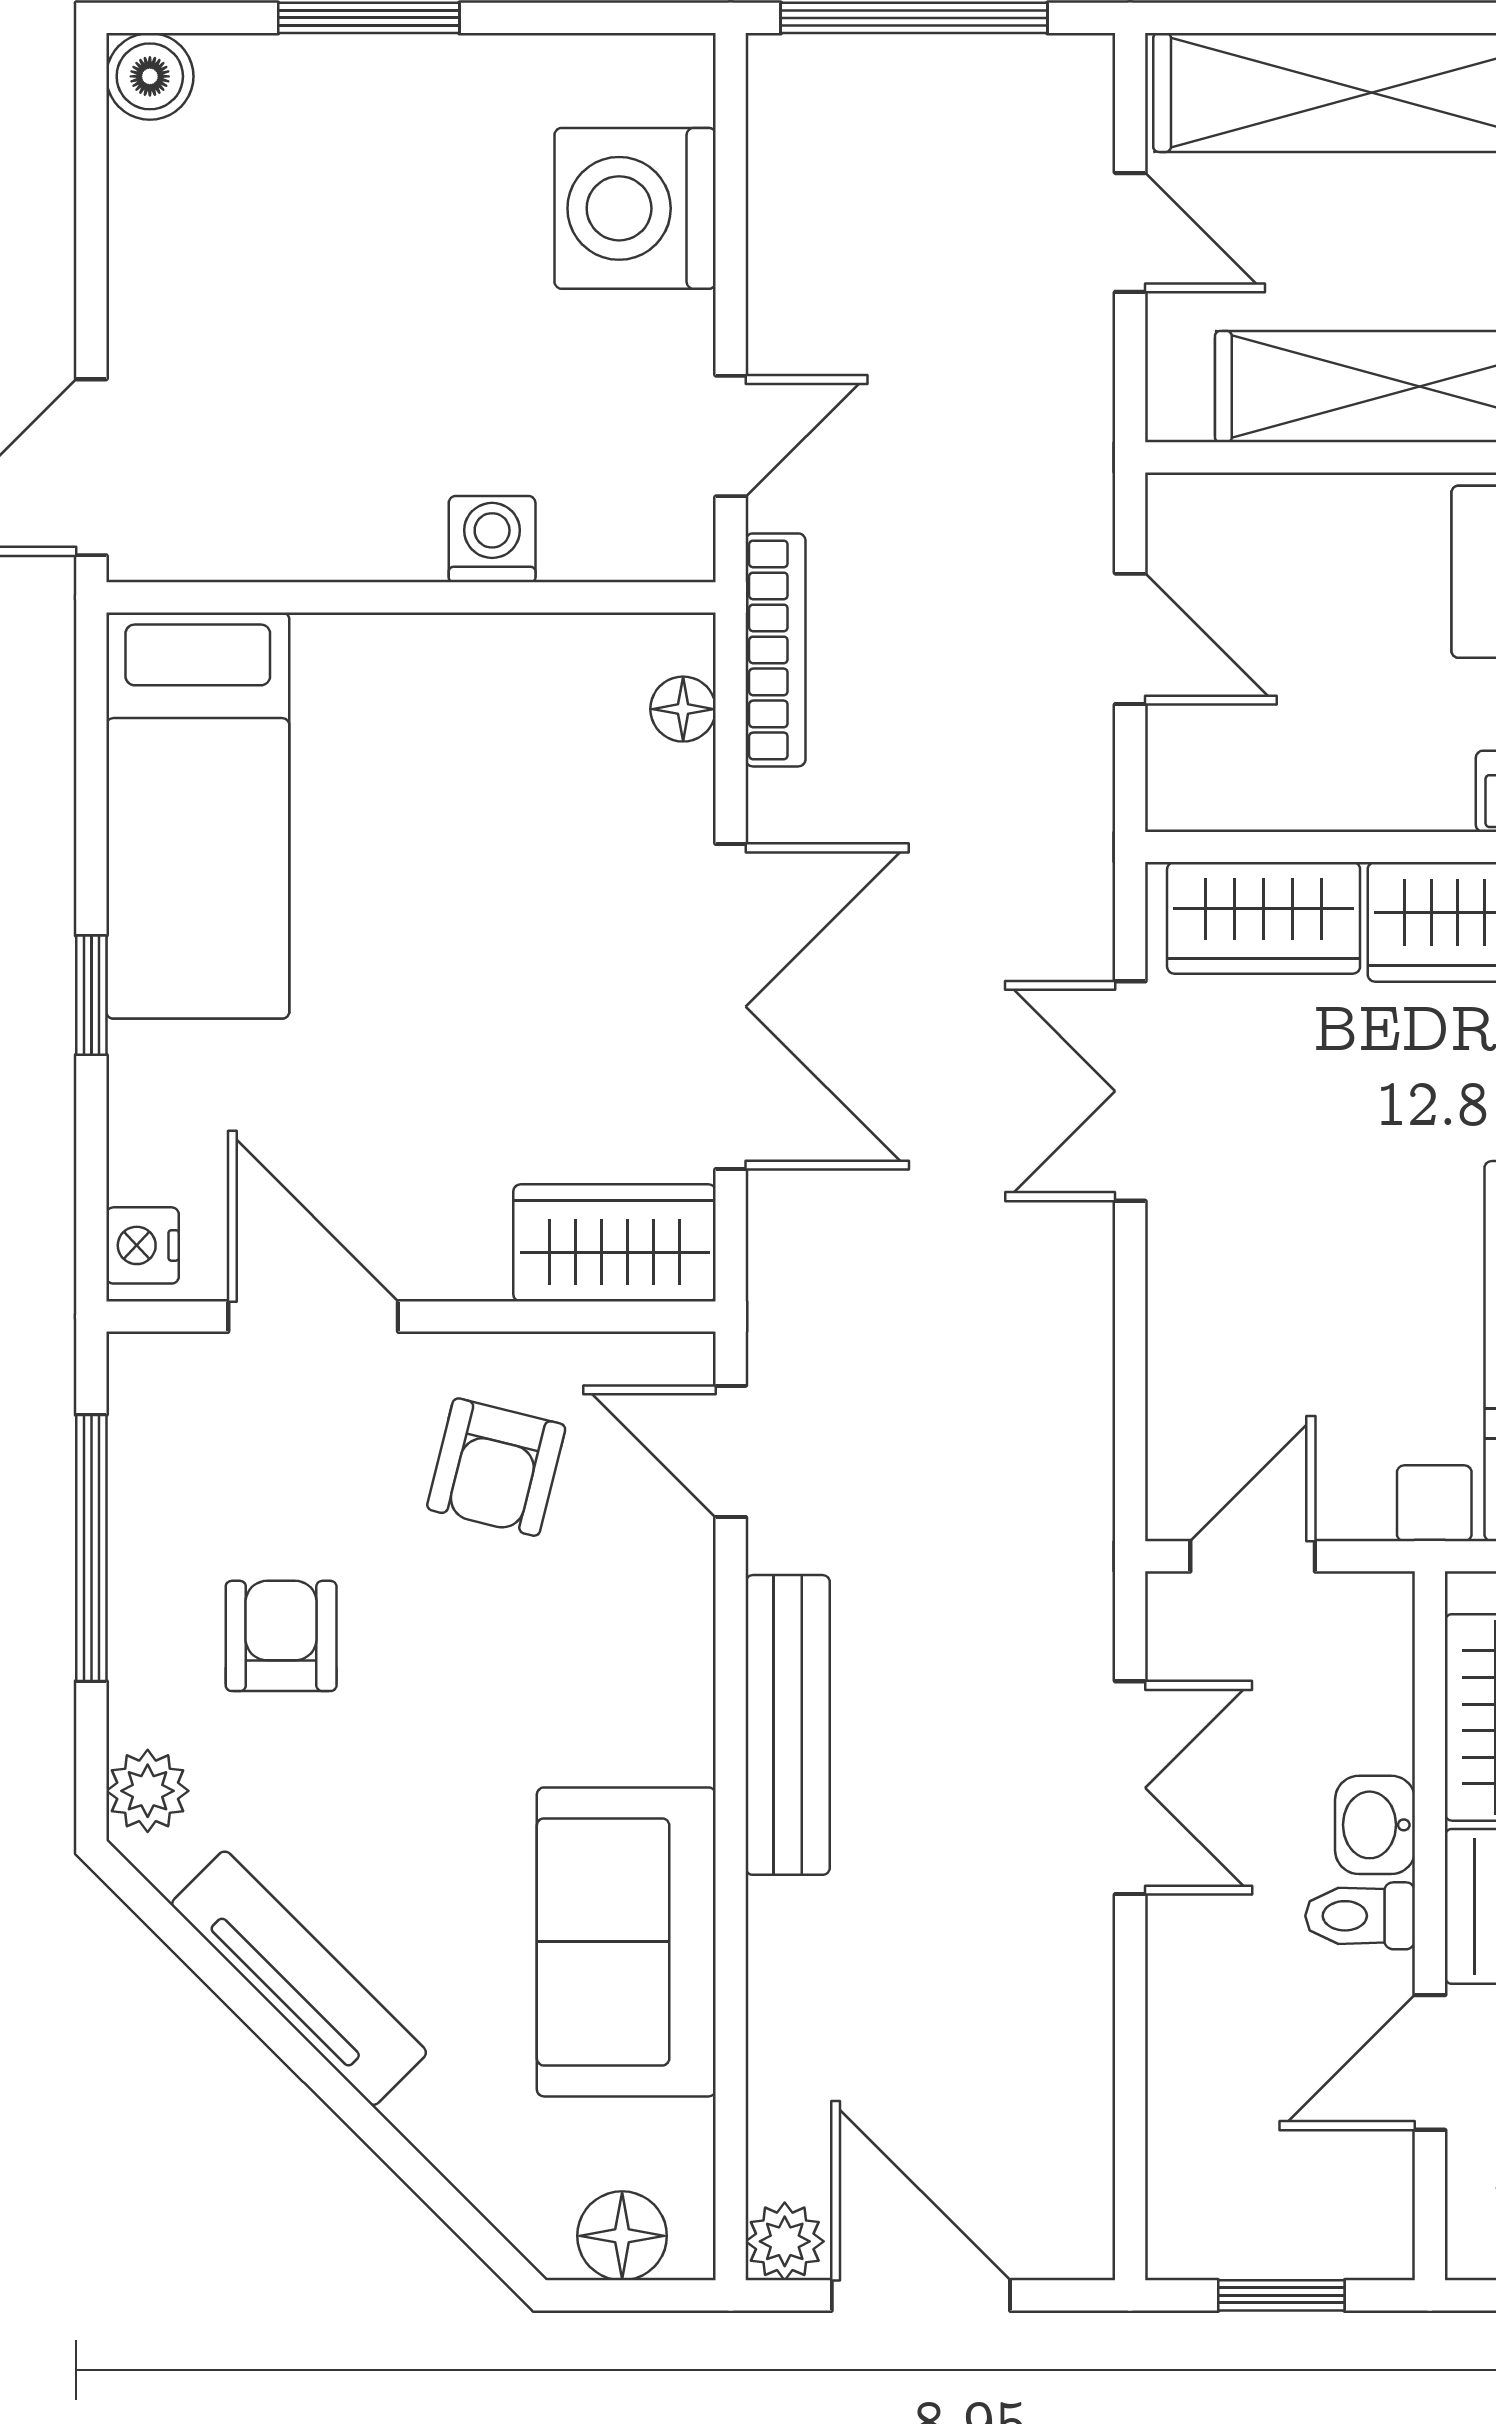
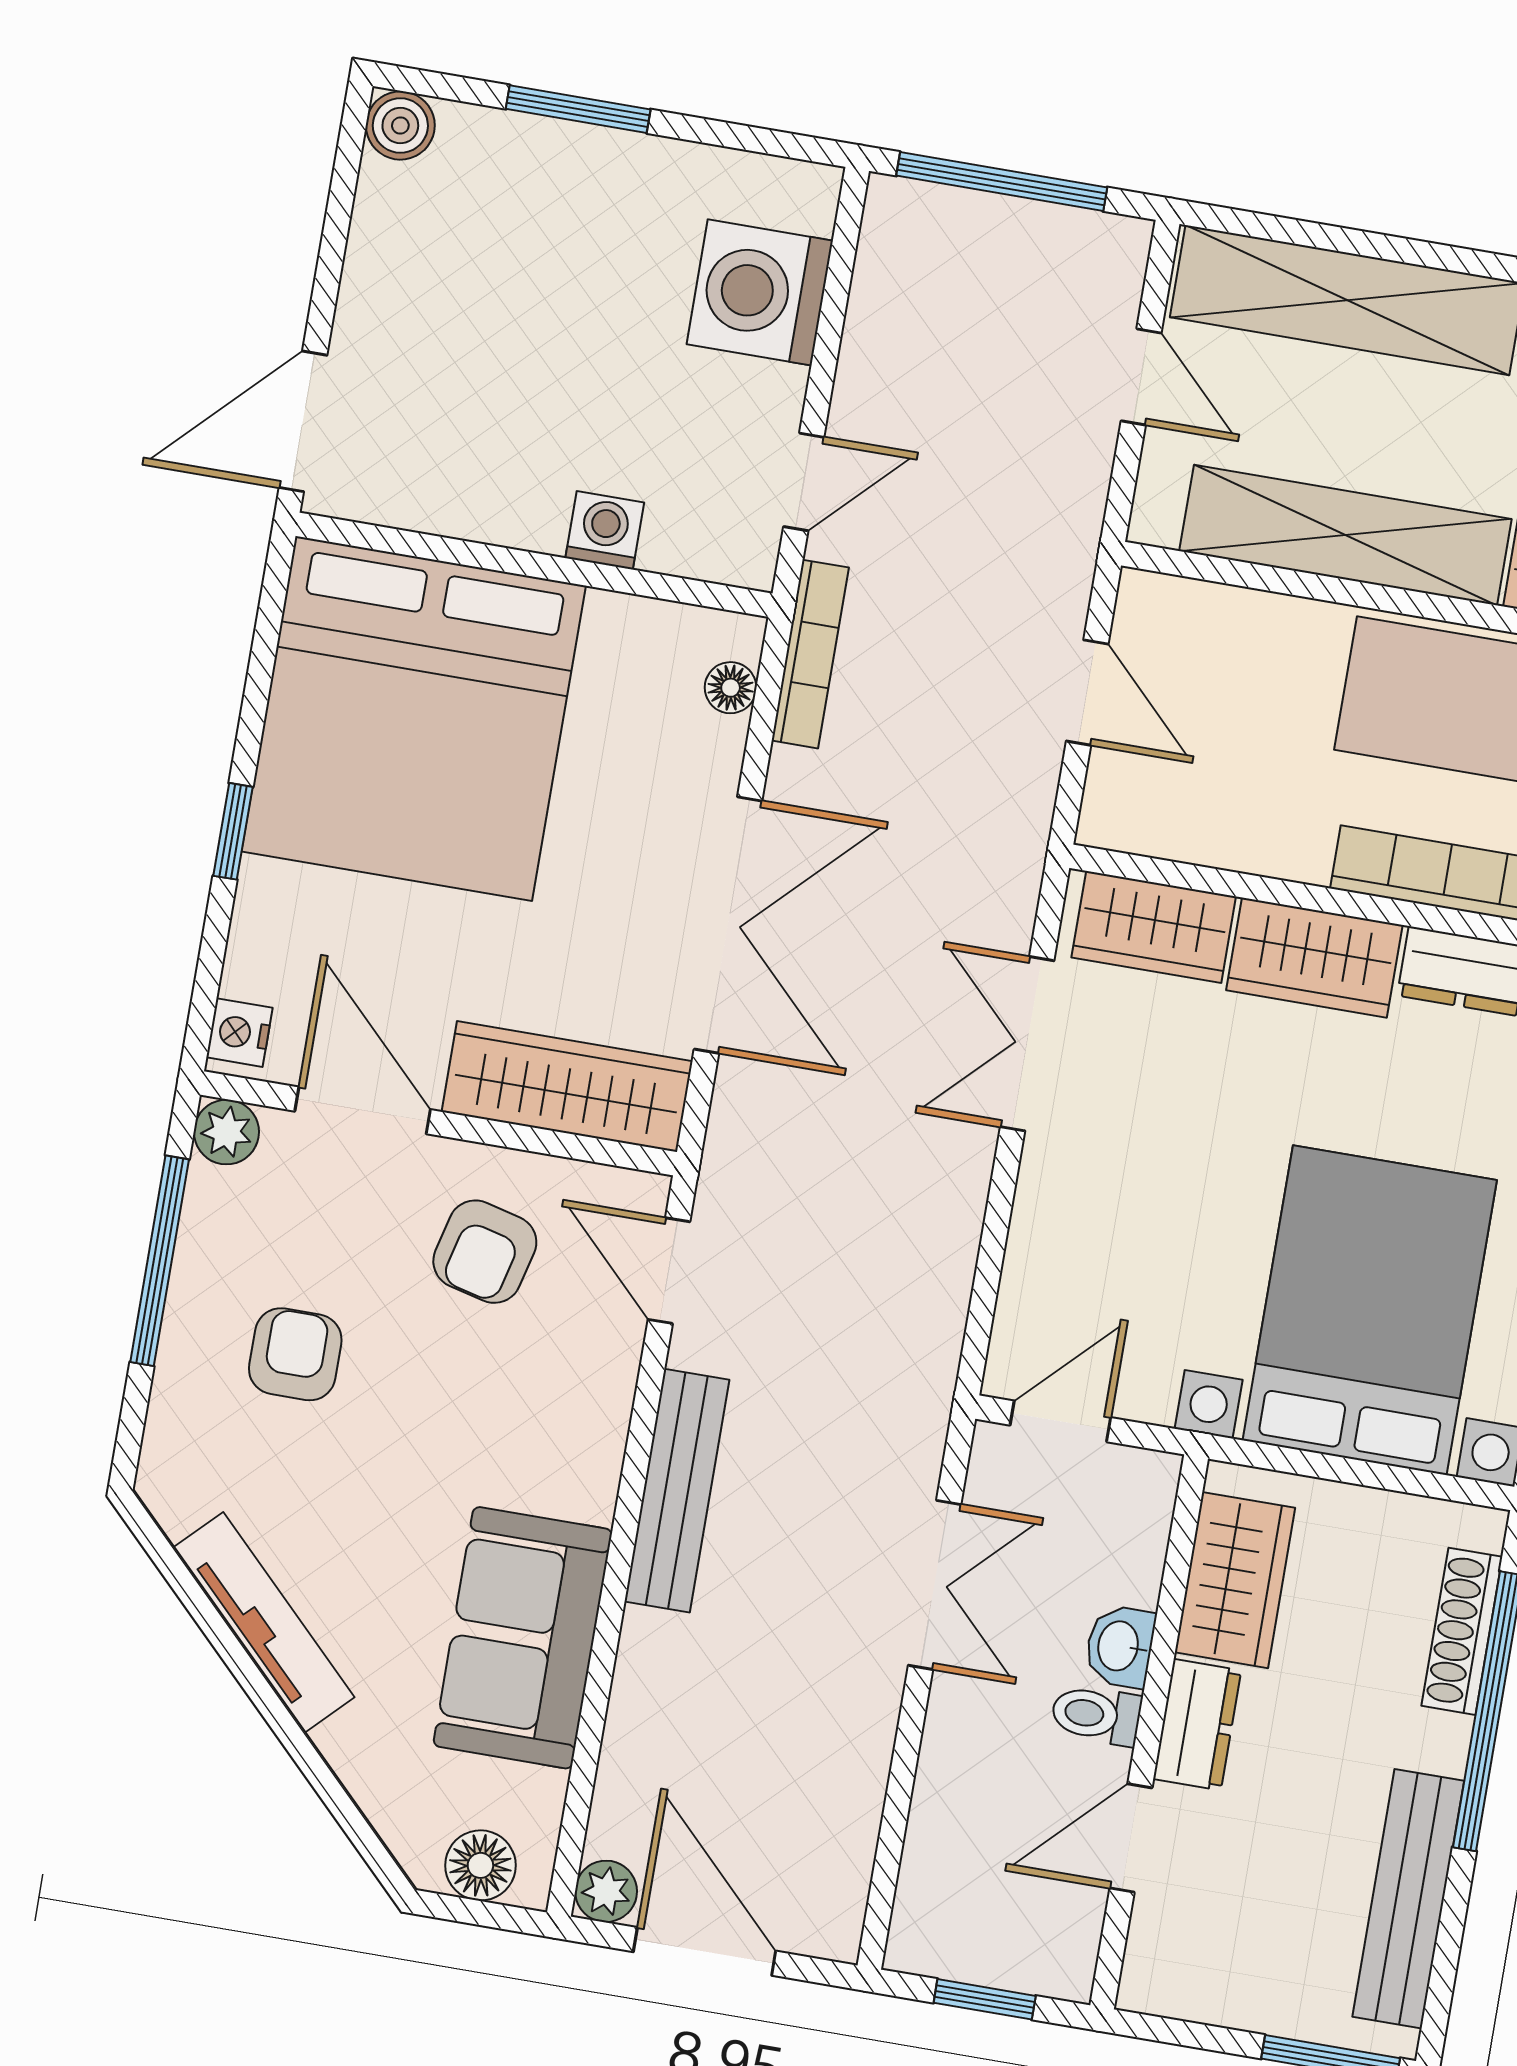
bed: (198, 815) -> (414, 719), width x2.04
wardrobe: (615, 1243) -> (567, 1087), width x1.50
plant: (148, 1791) -> (226, 1132), moved

